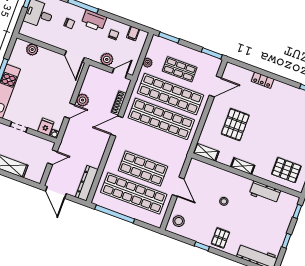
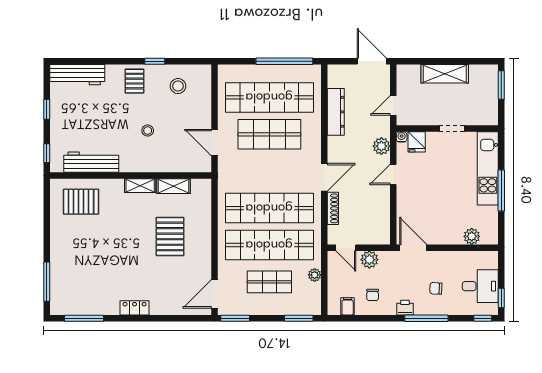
printer: (94, 21) -> (405, 308), width x0.53, depth x0.68
door: (120, 73) -> (346, 248), hinge flipped
locker: (263, 80) -> (135, 308), moved
door: (215, 87) -> (215, 294), moved
plant: (83, 100) -> (381, 146), moved
shelving: (206, 152) -> (174, 186), moved
dresser: (87, 183) -> (336, 112), moved
door: (178, 187) -> (215, 143), moved
workbench: (265, 192) -> (91, 162), width x1.38
stool: (179, 221) -> (178, 86), moved

